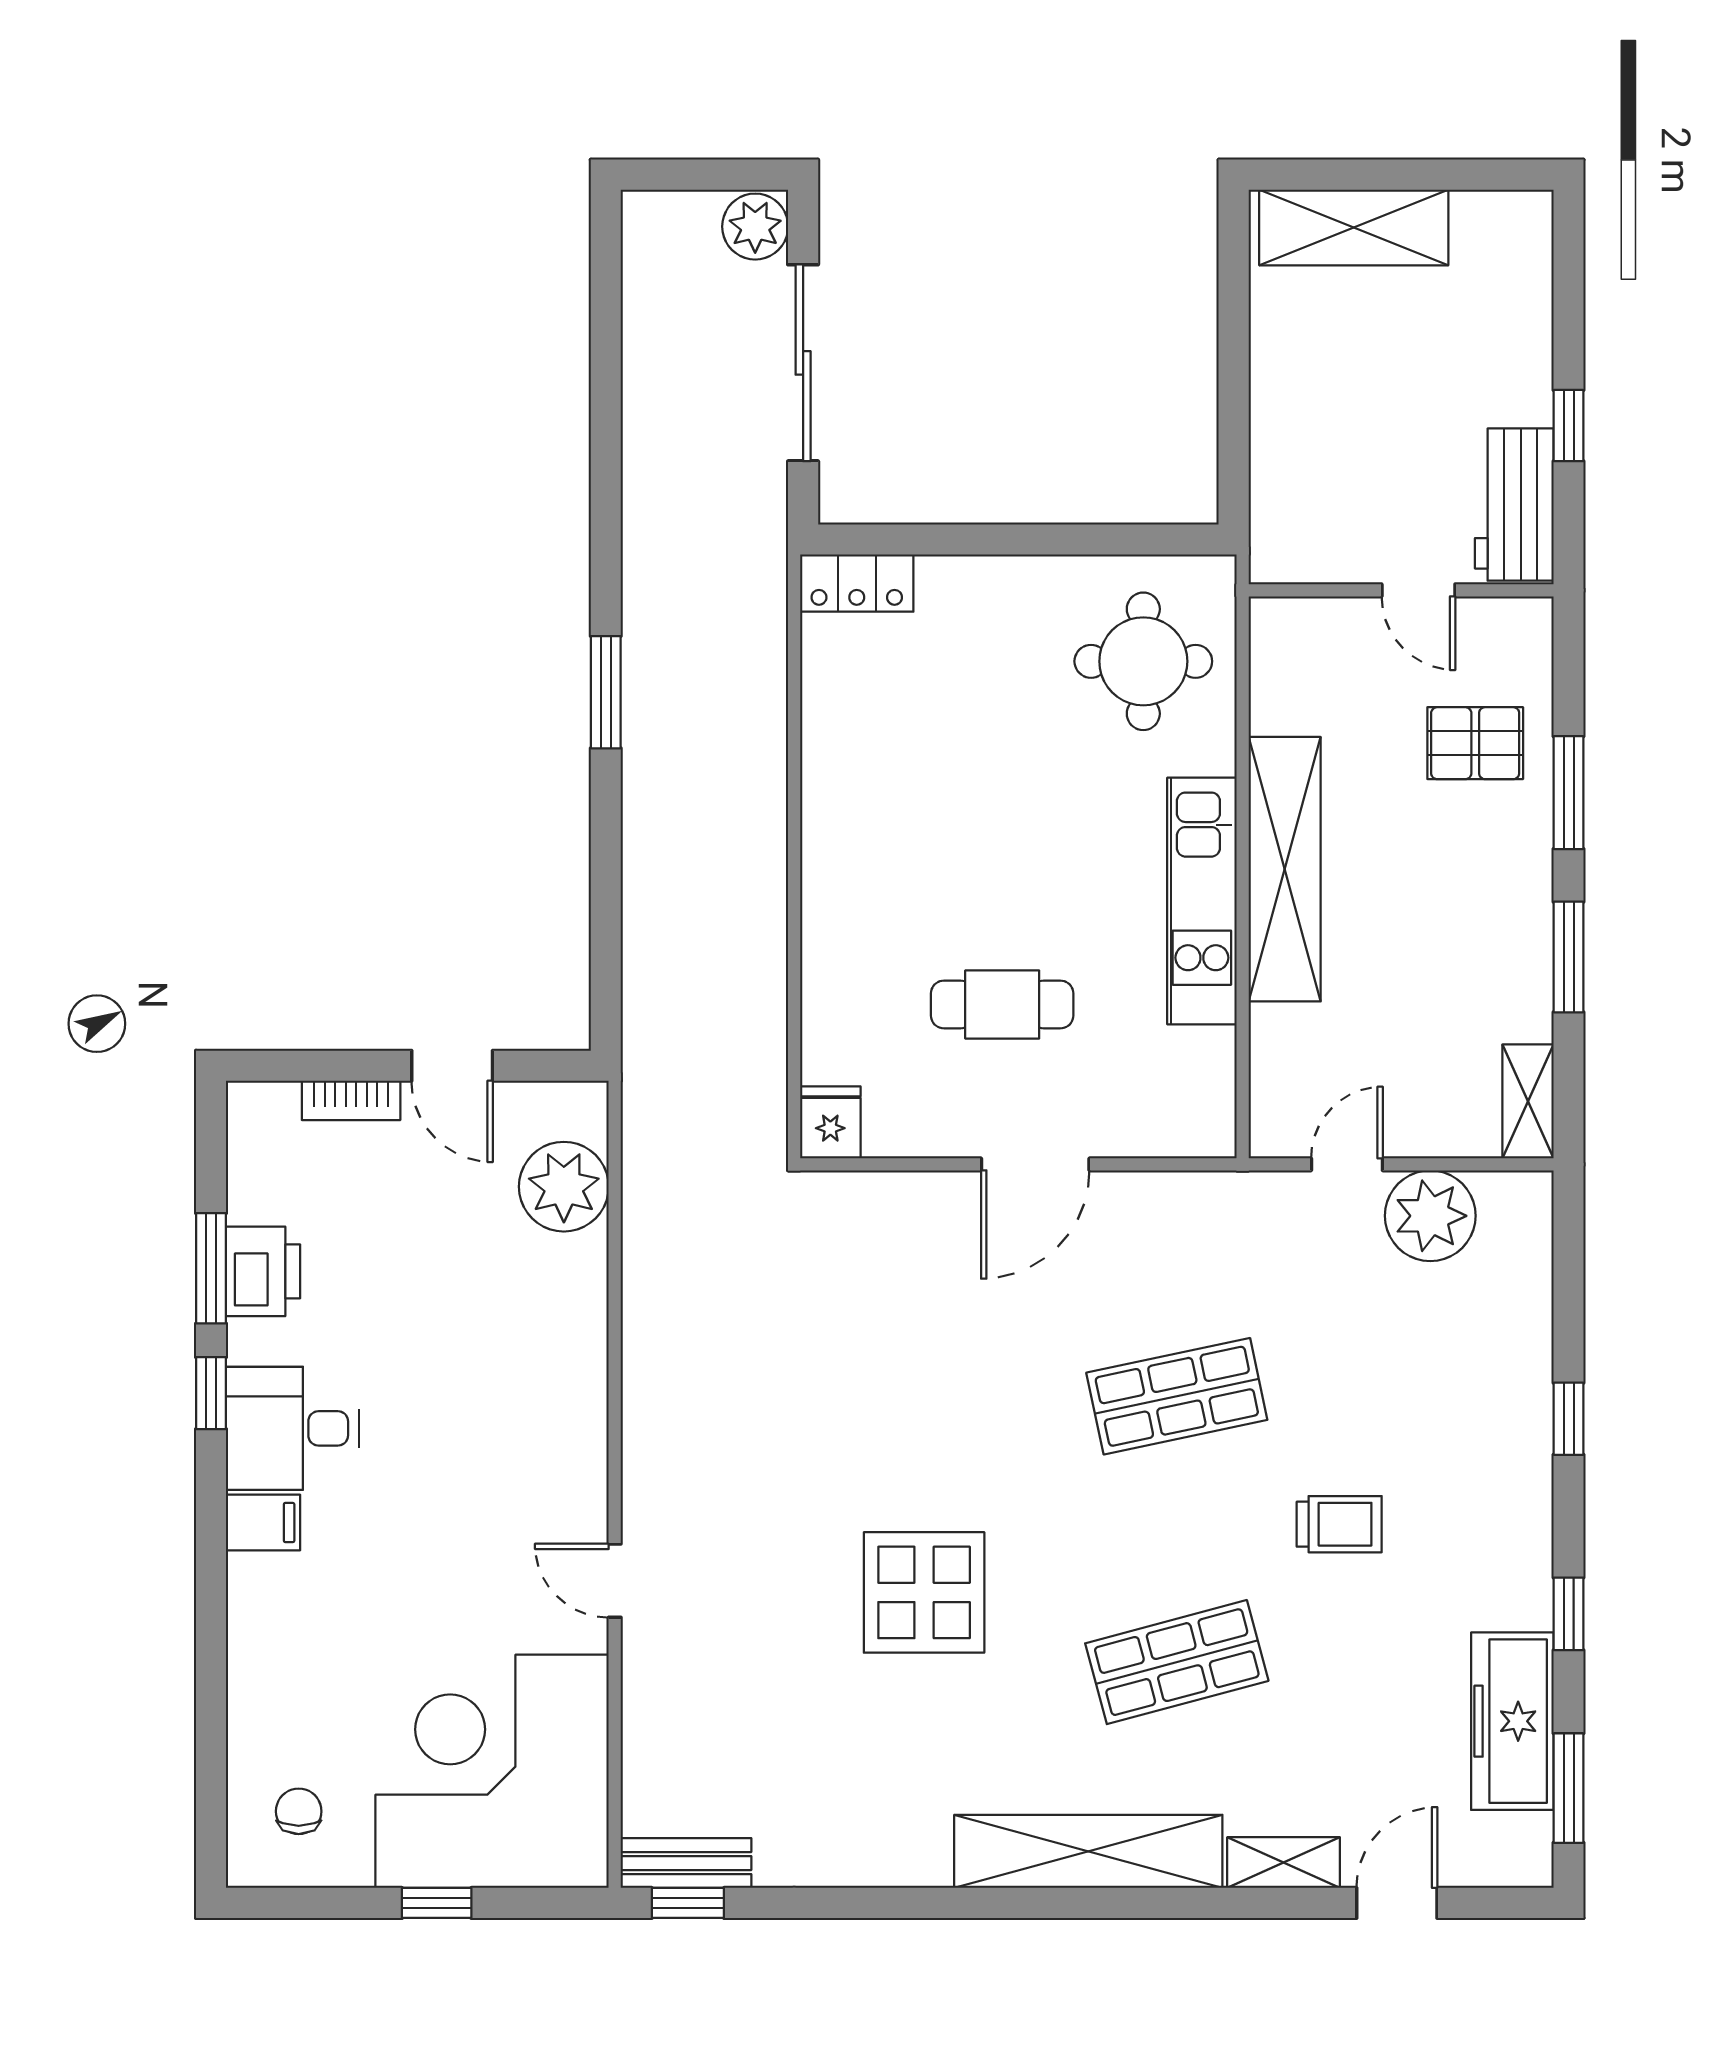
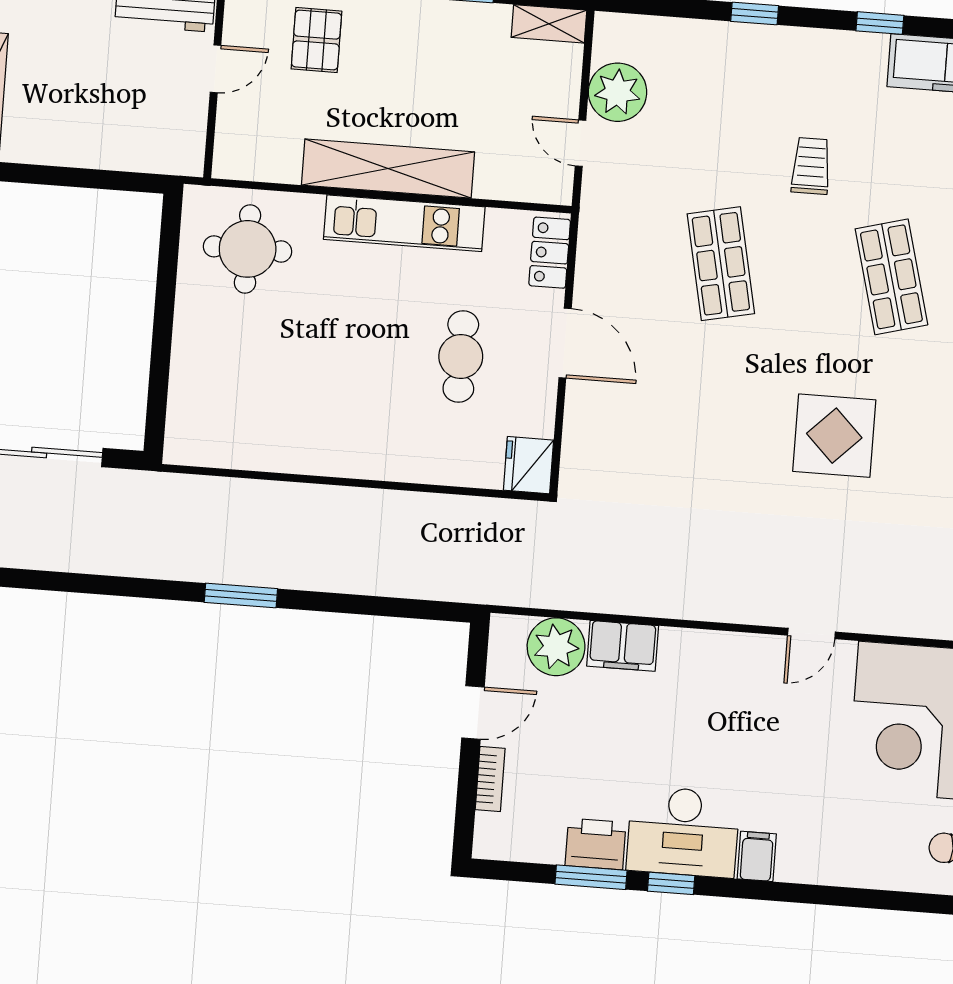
locker: (857, 583) -> (550, 253), moved, turned 180
fridge: (830, 1122) -> (529, 465), width x1.38
filing cabinet: (573, 1290) -> (623, 646), added
desk: (292, 1428) -> (683, 832), width x1.37

